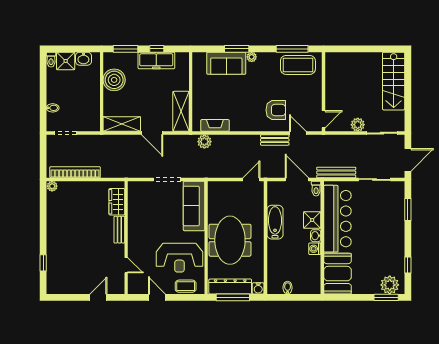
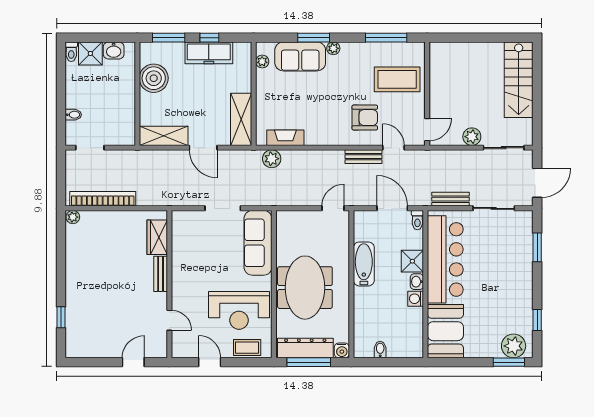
coffee table: (298, 65) -> (397, 79), moved
plant: (197, 67) -> (262, 61), added
bench: (336, 172) -> (451, 199), width x0.73

